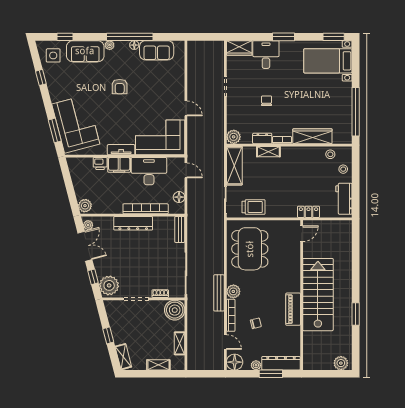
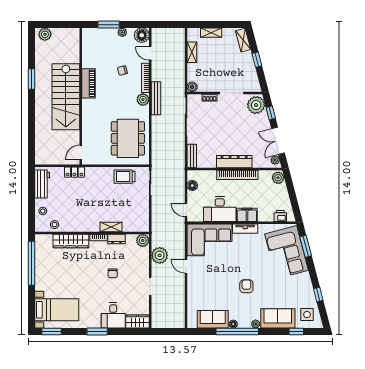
plant: (215, 120) -> (160, 255), added
printer: (100, 164) -> (280, 216), moved
shelving: (234, 166) -> (142, 214), removed
bookcase: (146, 209) -> (237, 175), moved
boiler: (175, 310) -> (192, 87), width x0.54, depth x0.54
dresser: (281, 363) -> (99, 34), removed

